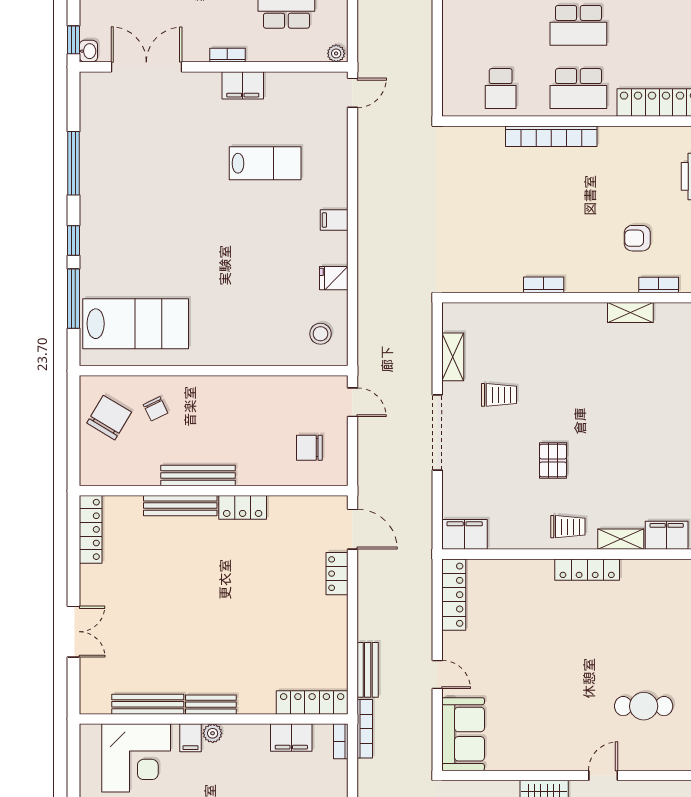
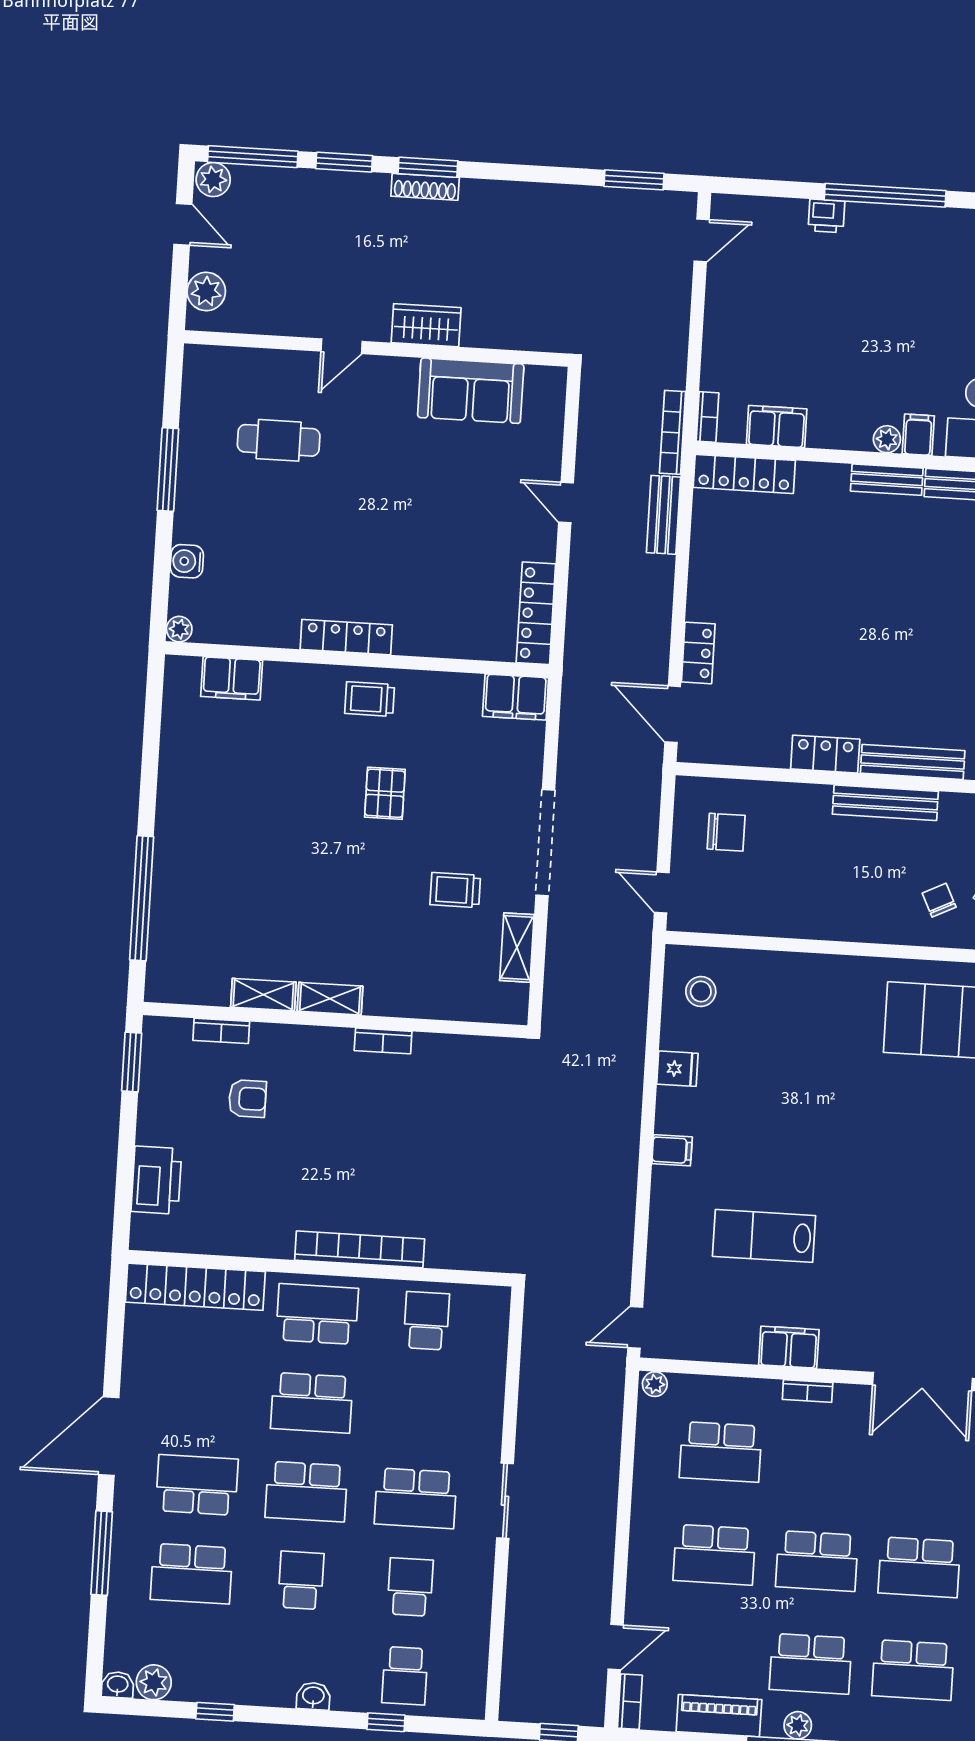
school desk: (578, 25) -> (312, 1403), turned 180
shelving: (621, 539) -> (330, 999), moved
sofa: (463, 734) -> (471, 391), moved, turned -90

